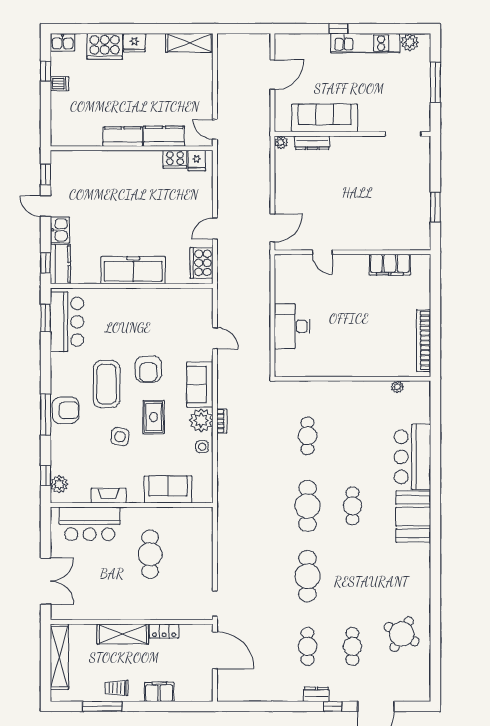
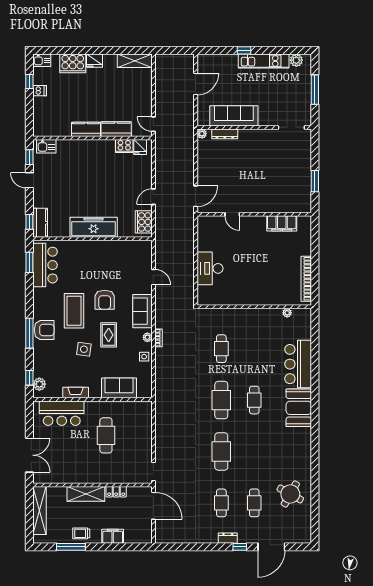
kitchen sink: (60, 230) -> (46, 146), moved, turned 90
plant: (201, 420) -> (147, 337), width x0.53, depth x0.53

